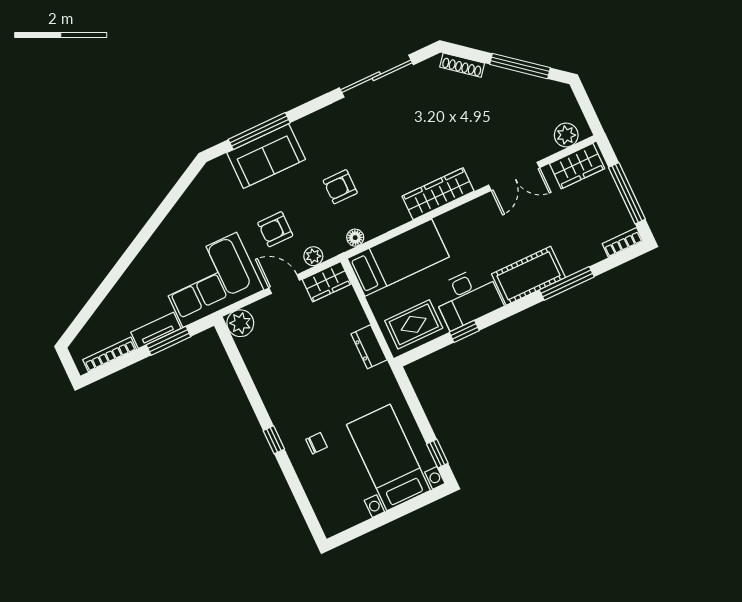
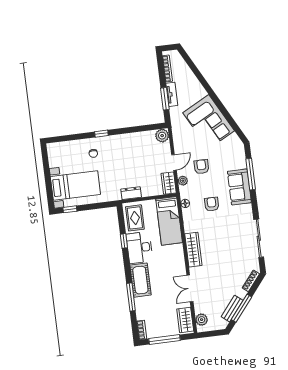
bench: (526, 84) -> (232, 309), added
sofa: (266, 156) -> (239, 187), moved
corner sofa: (210, 280) -> (209, 122), moved, turned 152

